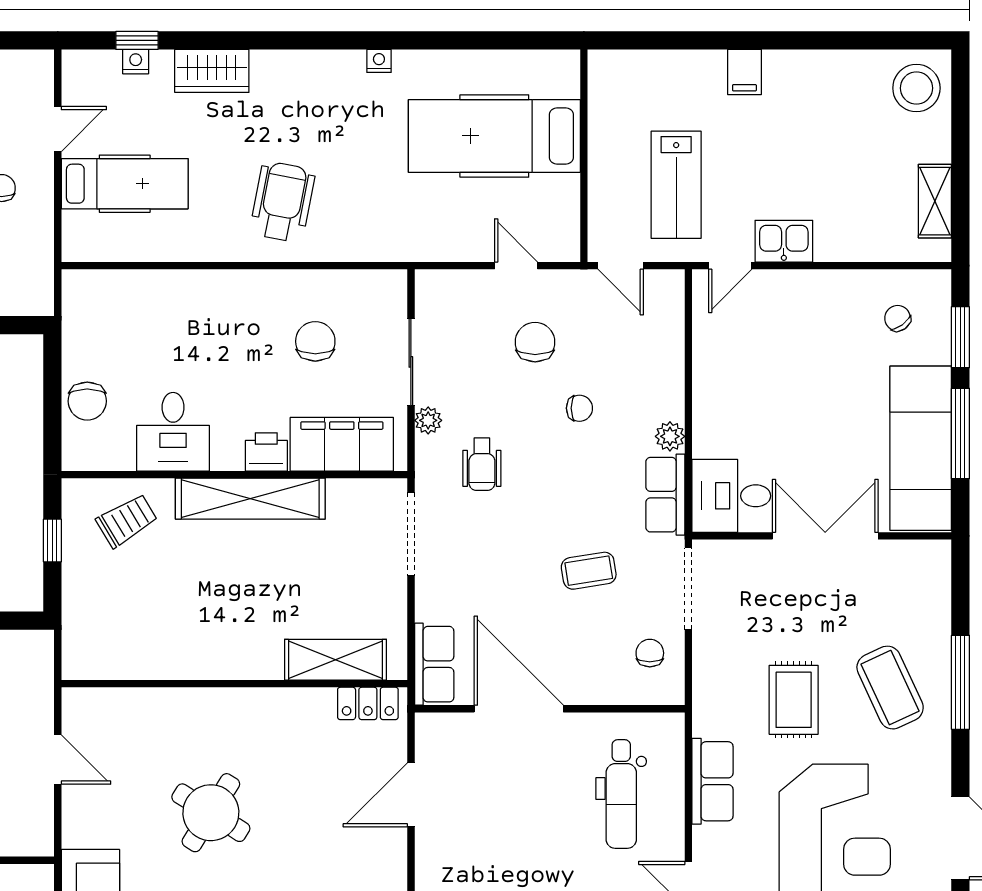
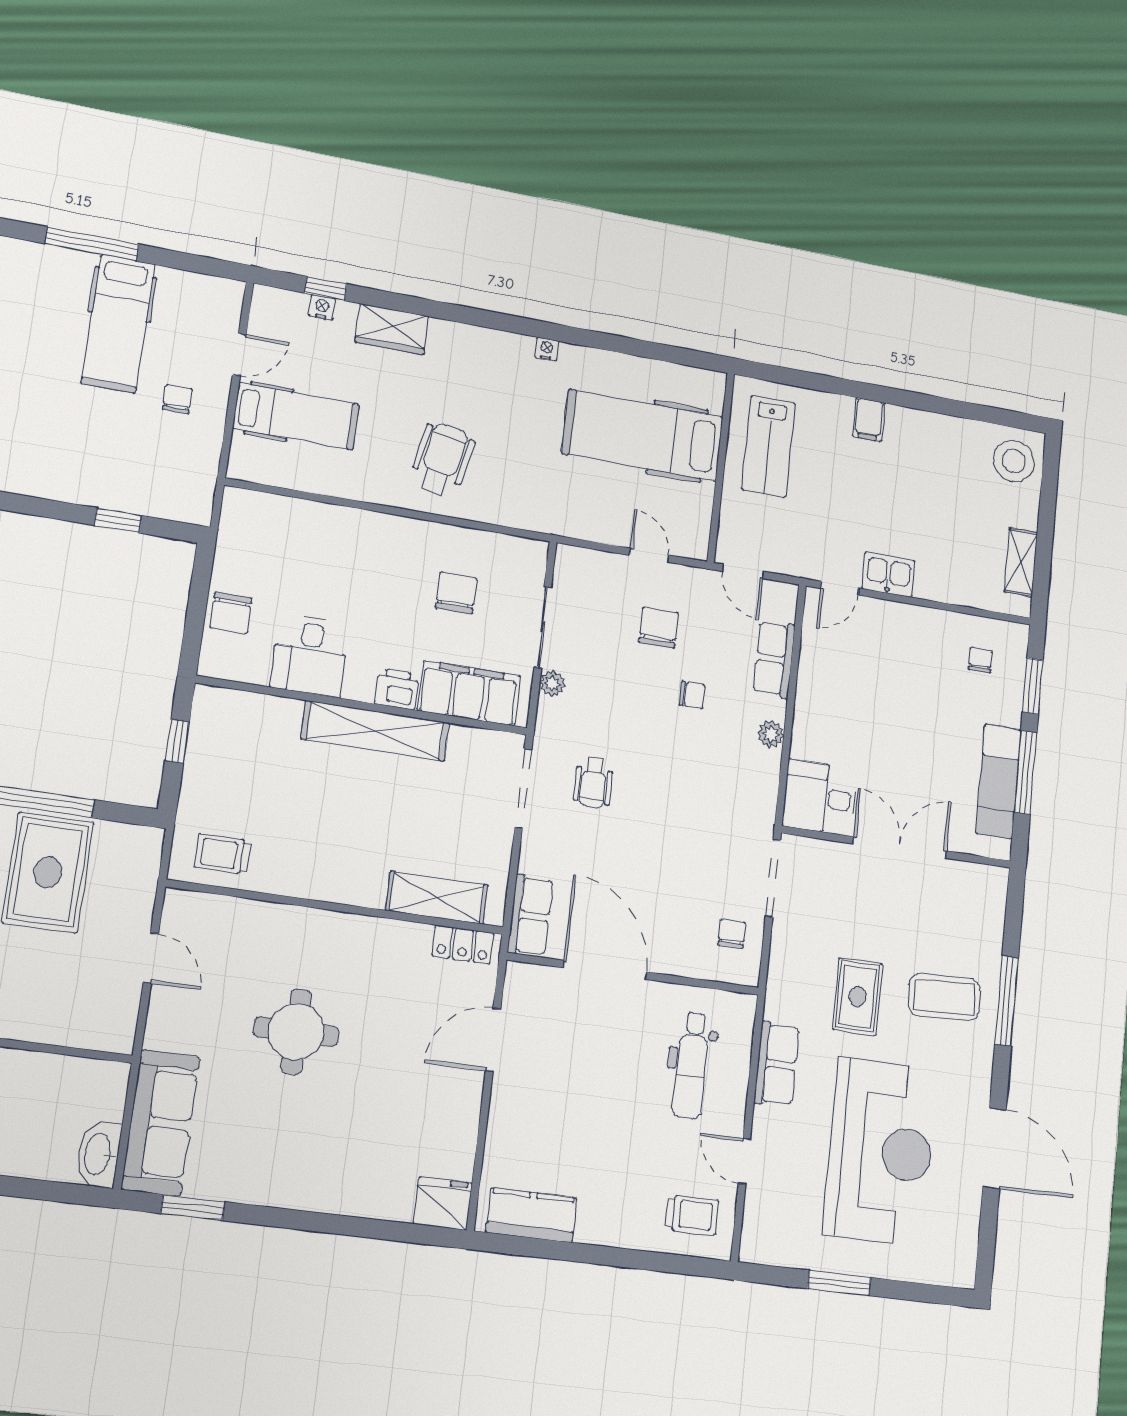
lab bench: (676, 185) -> (768, 446), moved
chair: (898, 318) -> (980, 660), turned 36
exam couch: (921, 448) -> (999, 782), width x0.73, depth x0.69
wheelchair: (482, 464) -> (594, 782), moved
row of seats: (665, 495) -> (774, 659), moved
trolley: (127, 521) -> (223, 854), moved, turned -149
coffee table: (589, 571) -> (684, 848), removed
coffee table: (890, 688) -> (944, 997), turned -68
round table: (211, 813) -> (296, 1032), turned -32

